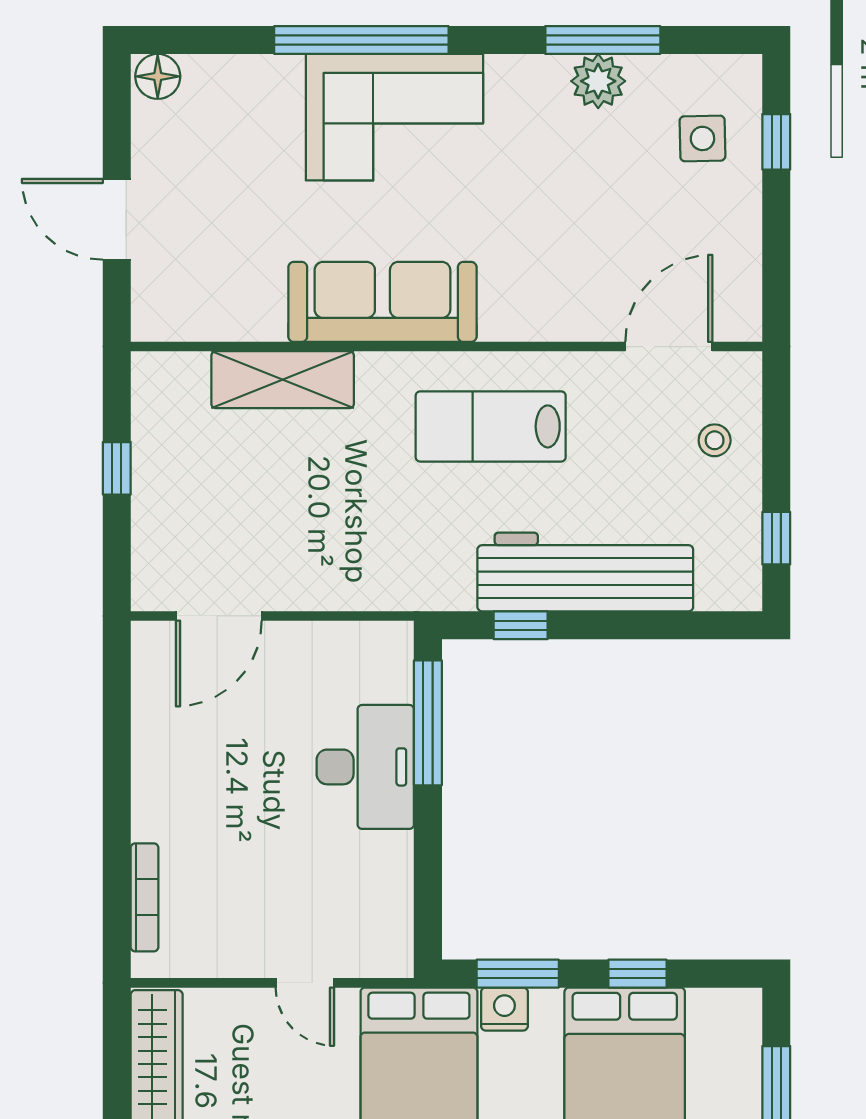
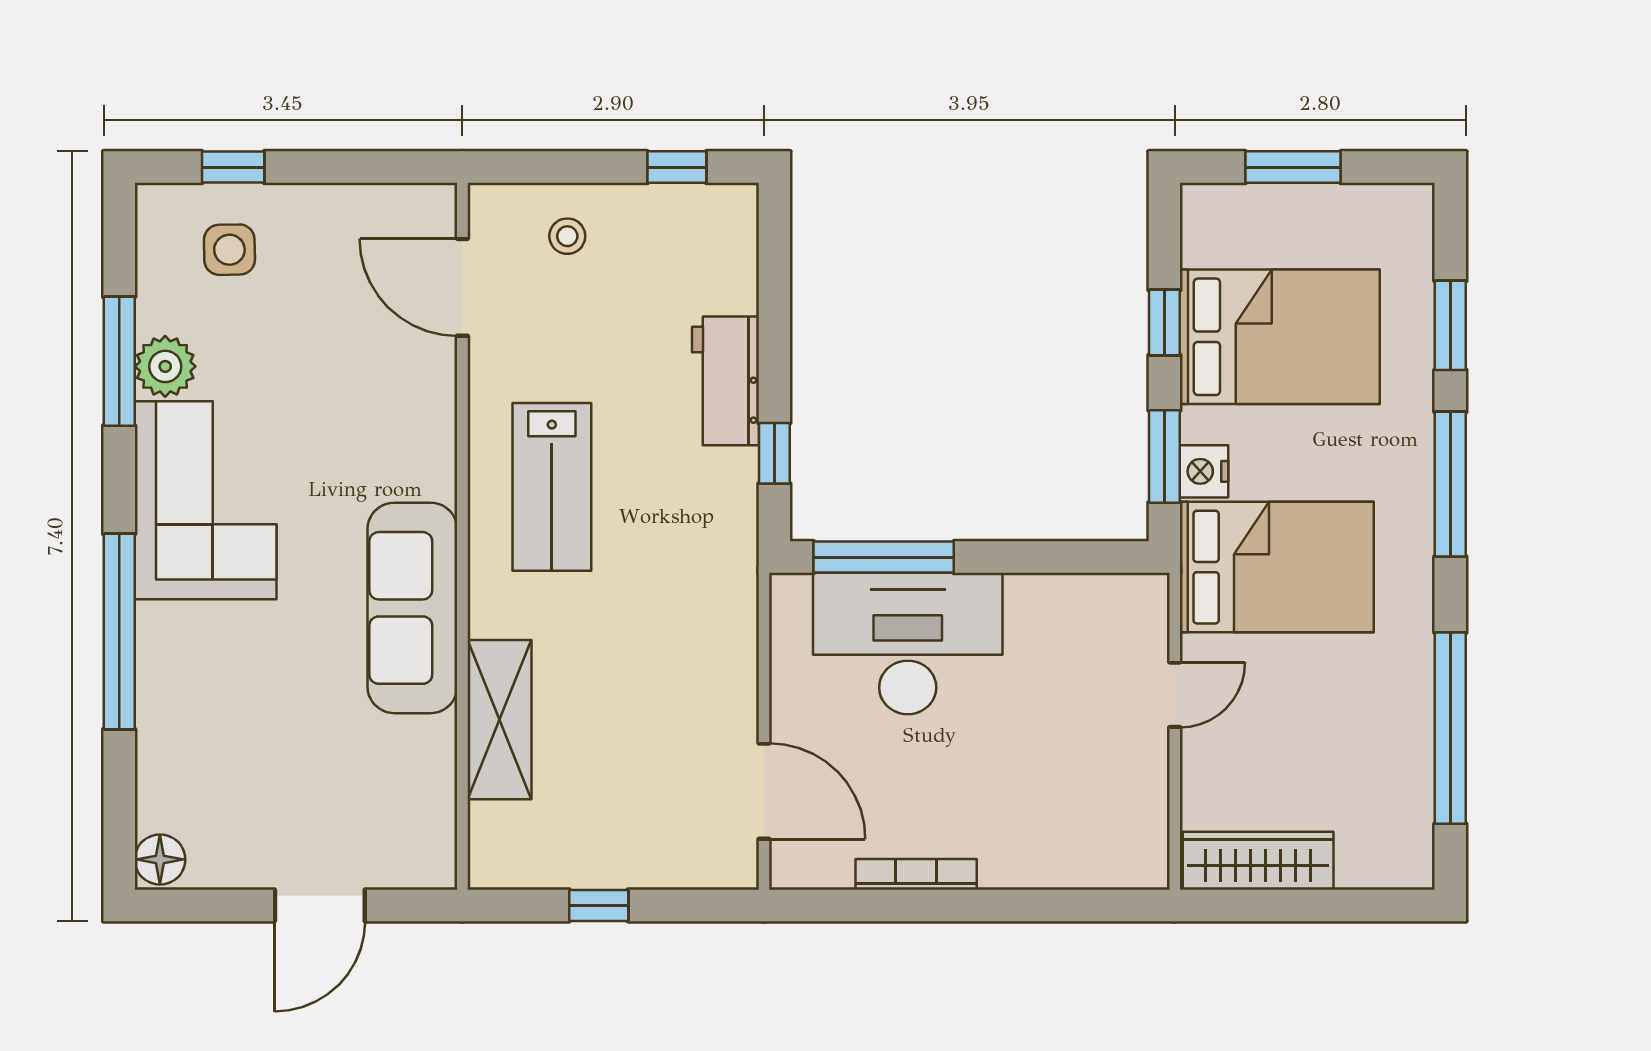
corner sofa: (394, 117) -> (206, 500), moved
workbench: (585, 572) -> (725, 381), width x0.53, depth x0.76
desk: (365, 767) -> (908, 644), width x1.36, depth x1.30
bookcase: (144, 897) -> (916, 874), moved

